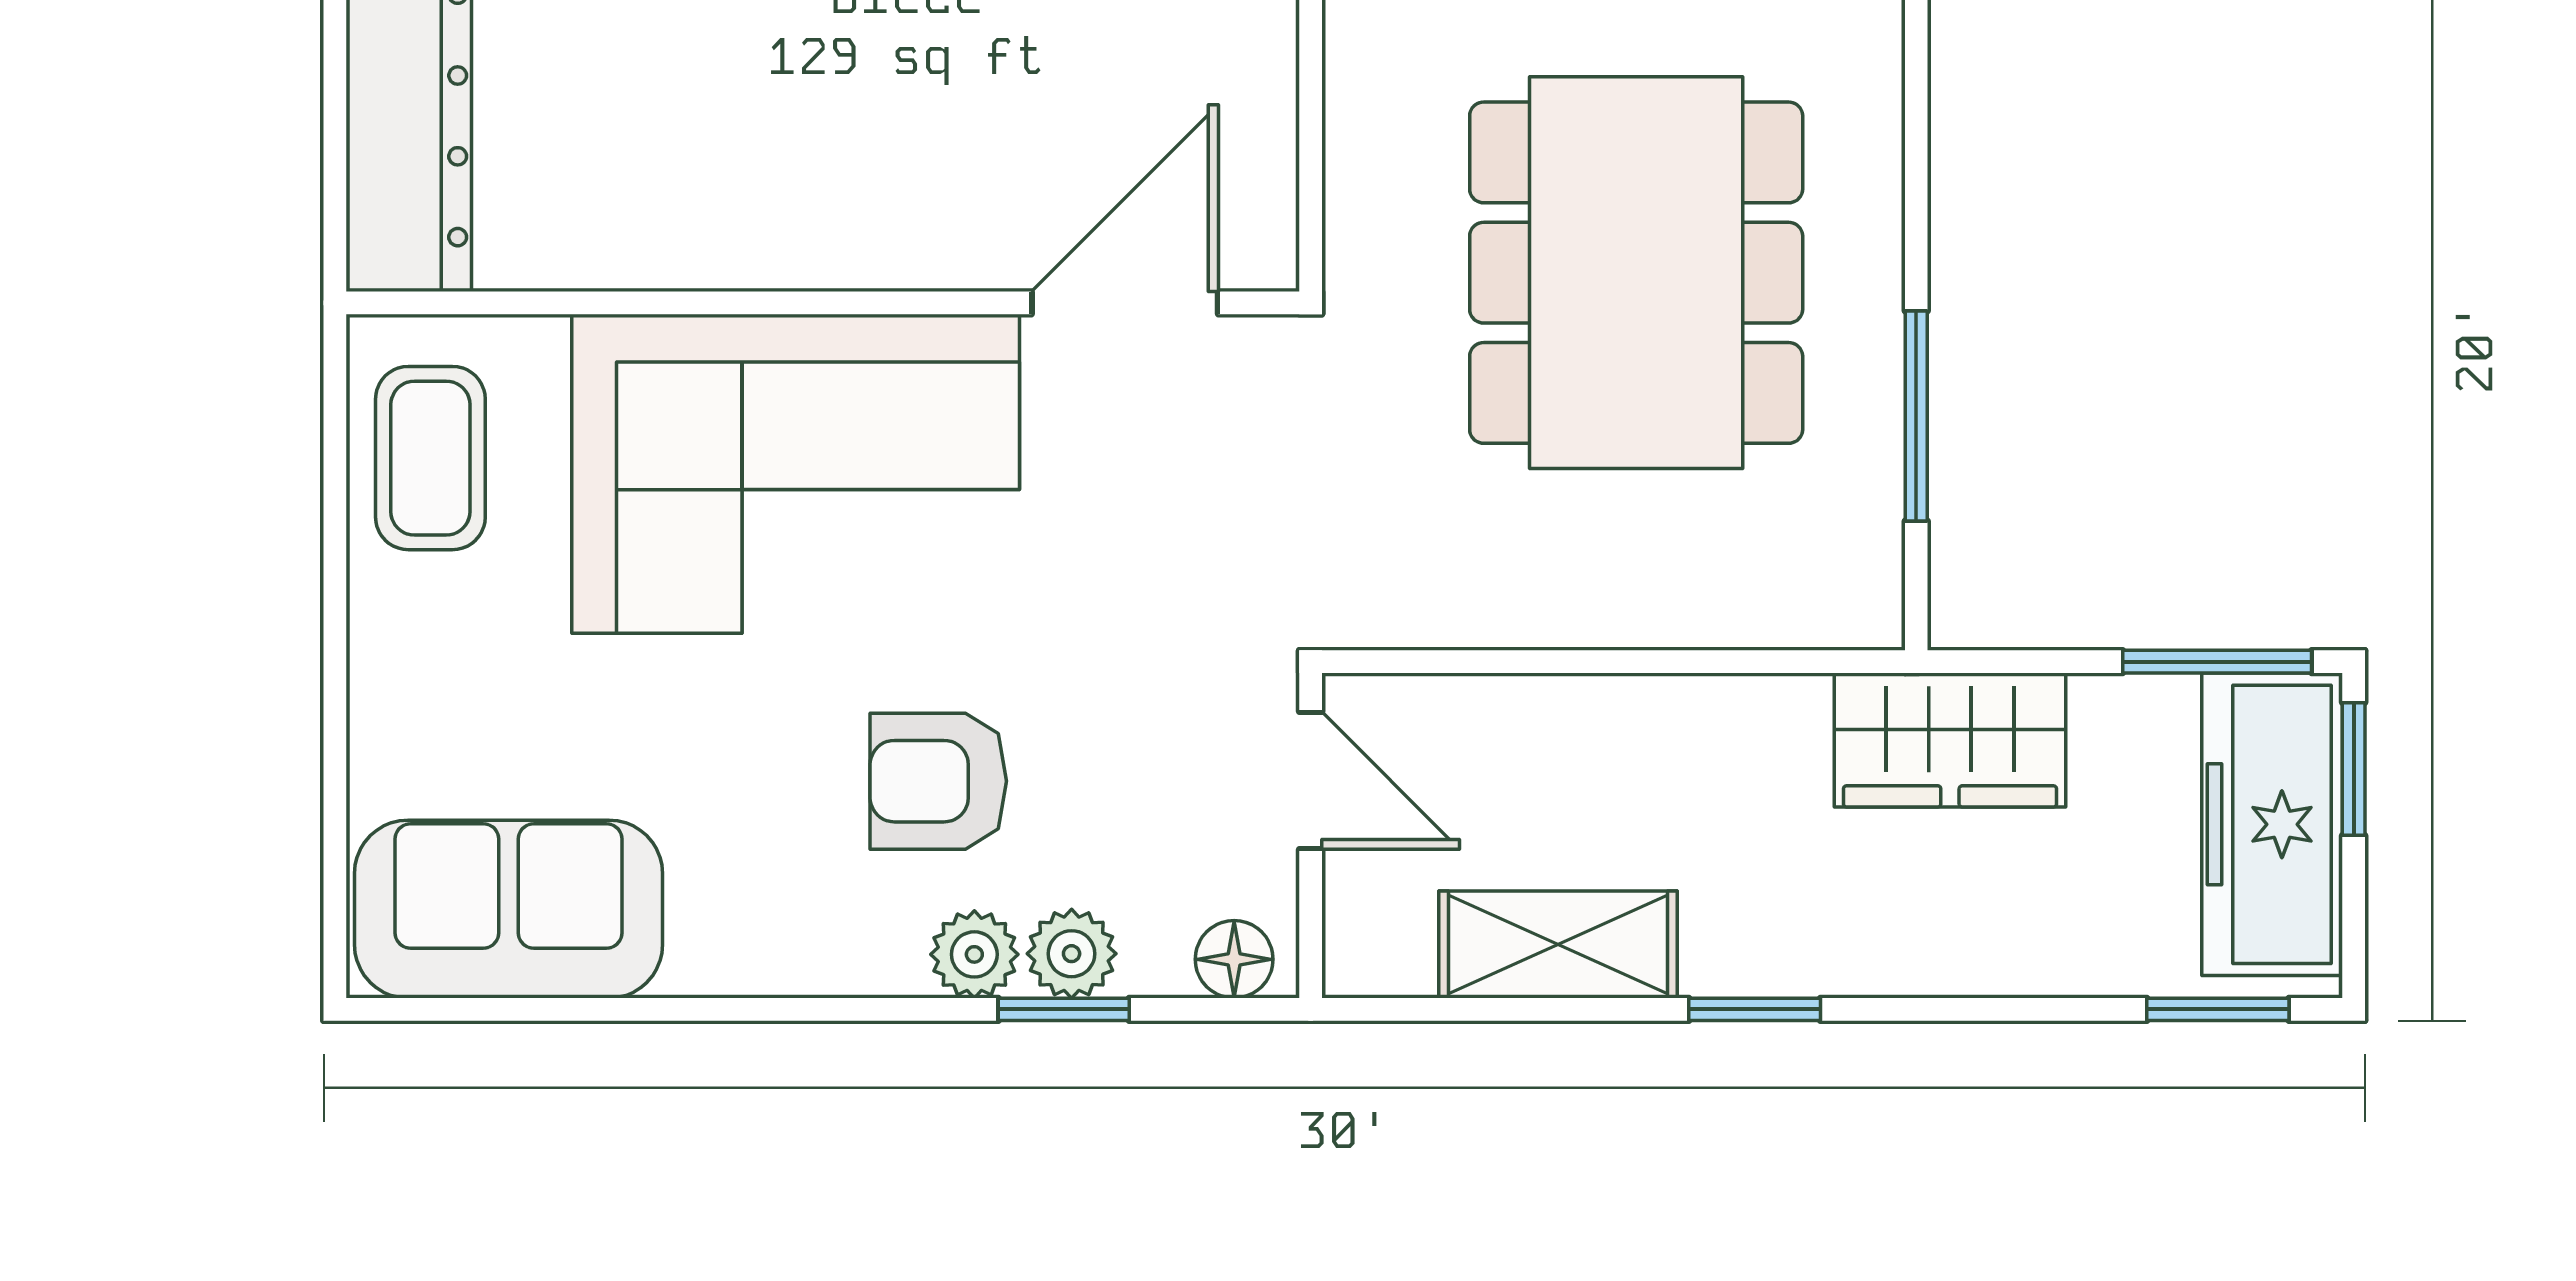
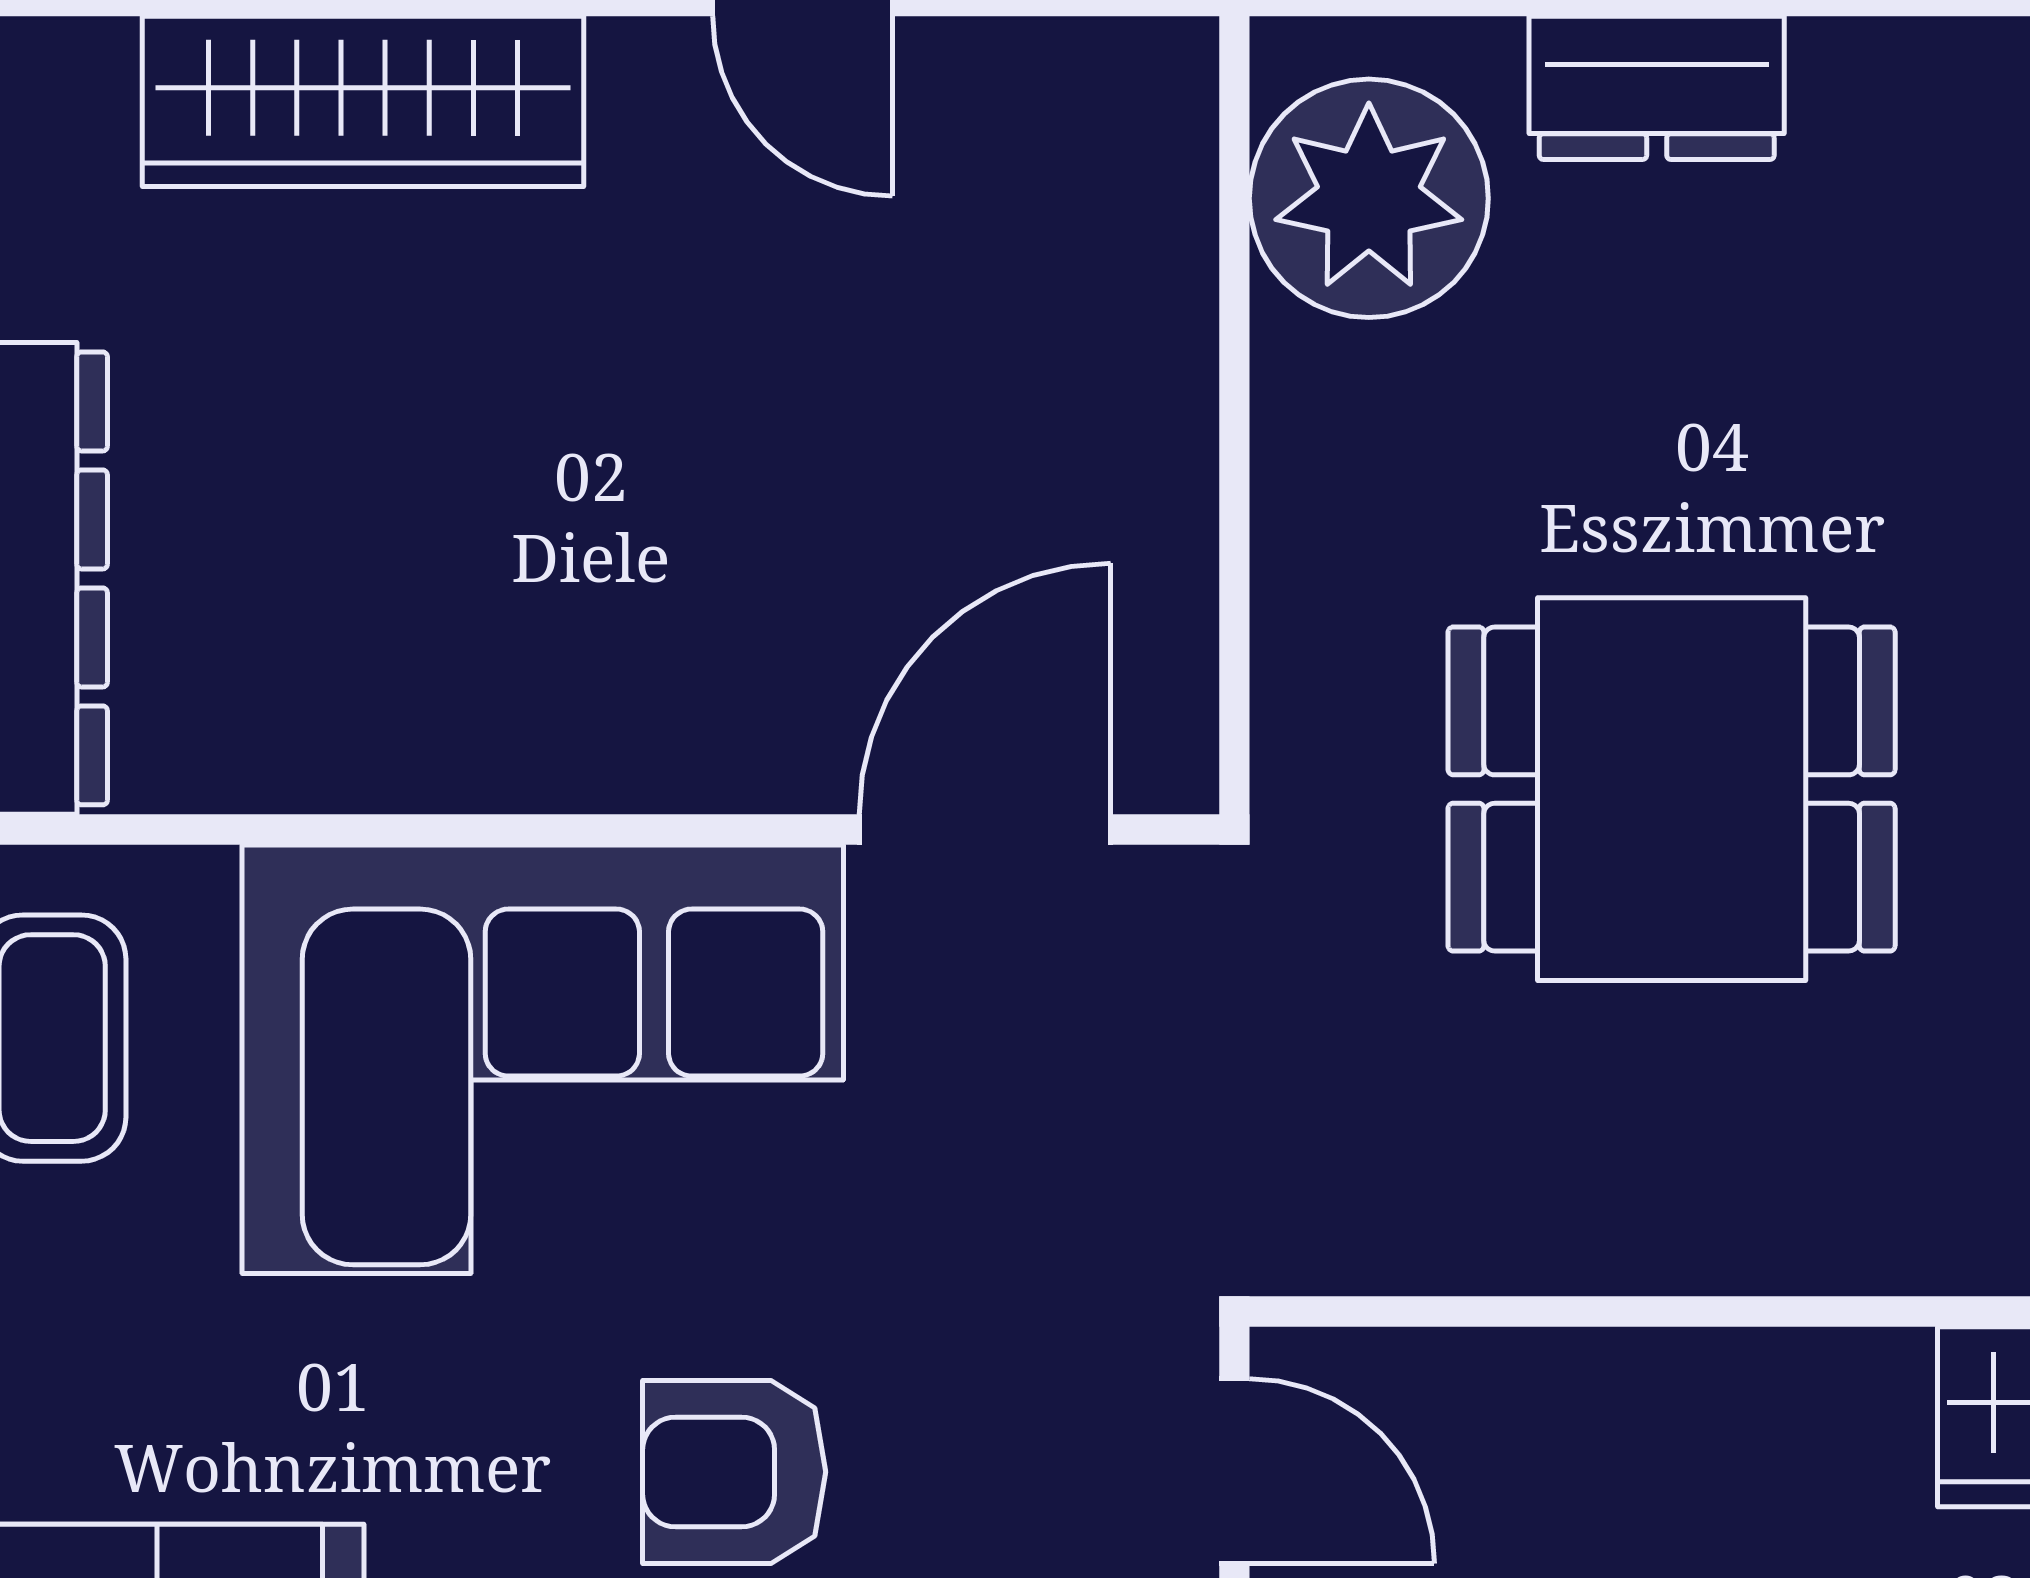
dining table: (1636, 273) -> (1672, 789), width x0.73

